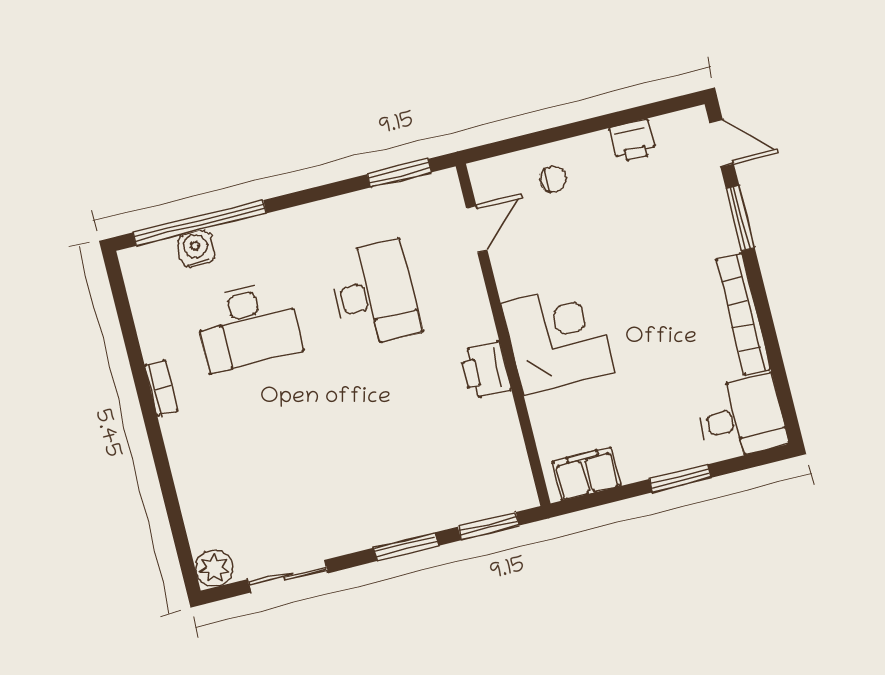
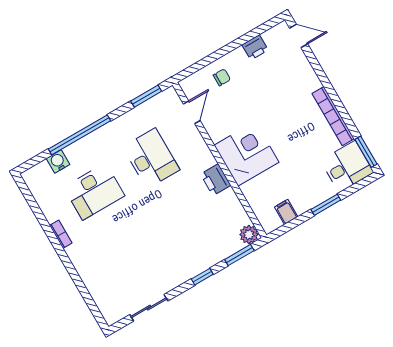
window: (740, 218) -> (366, 152), moved
window: (200, 223) -> (80, 135), moved
filing cabinet: (586, 474) -> (286, 212), width x0.50
window: (406, 547) -> (202, 277), width x0.67
plant: (214, 568) -> (249, 235), moved

